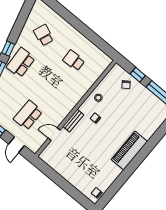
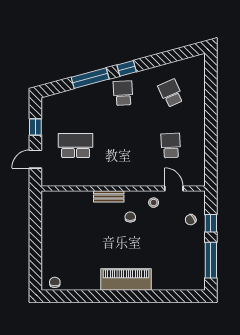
school desk: (44, 35) -> (171, 93), turned -45
school desk: (21, 63) -> (123, 93), width x0.54
door: (54, 134) -> (174, 188), moved

